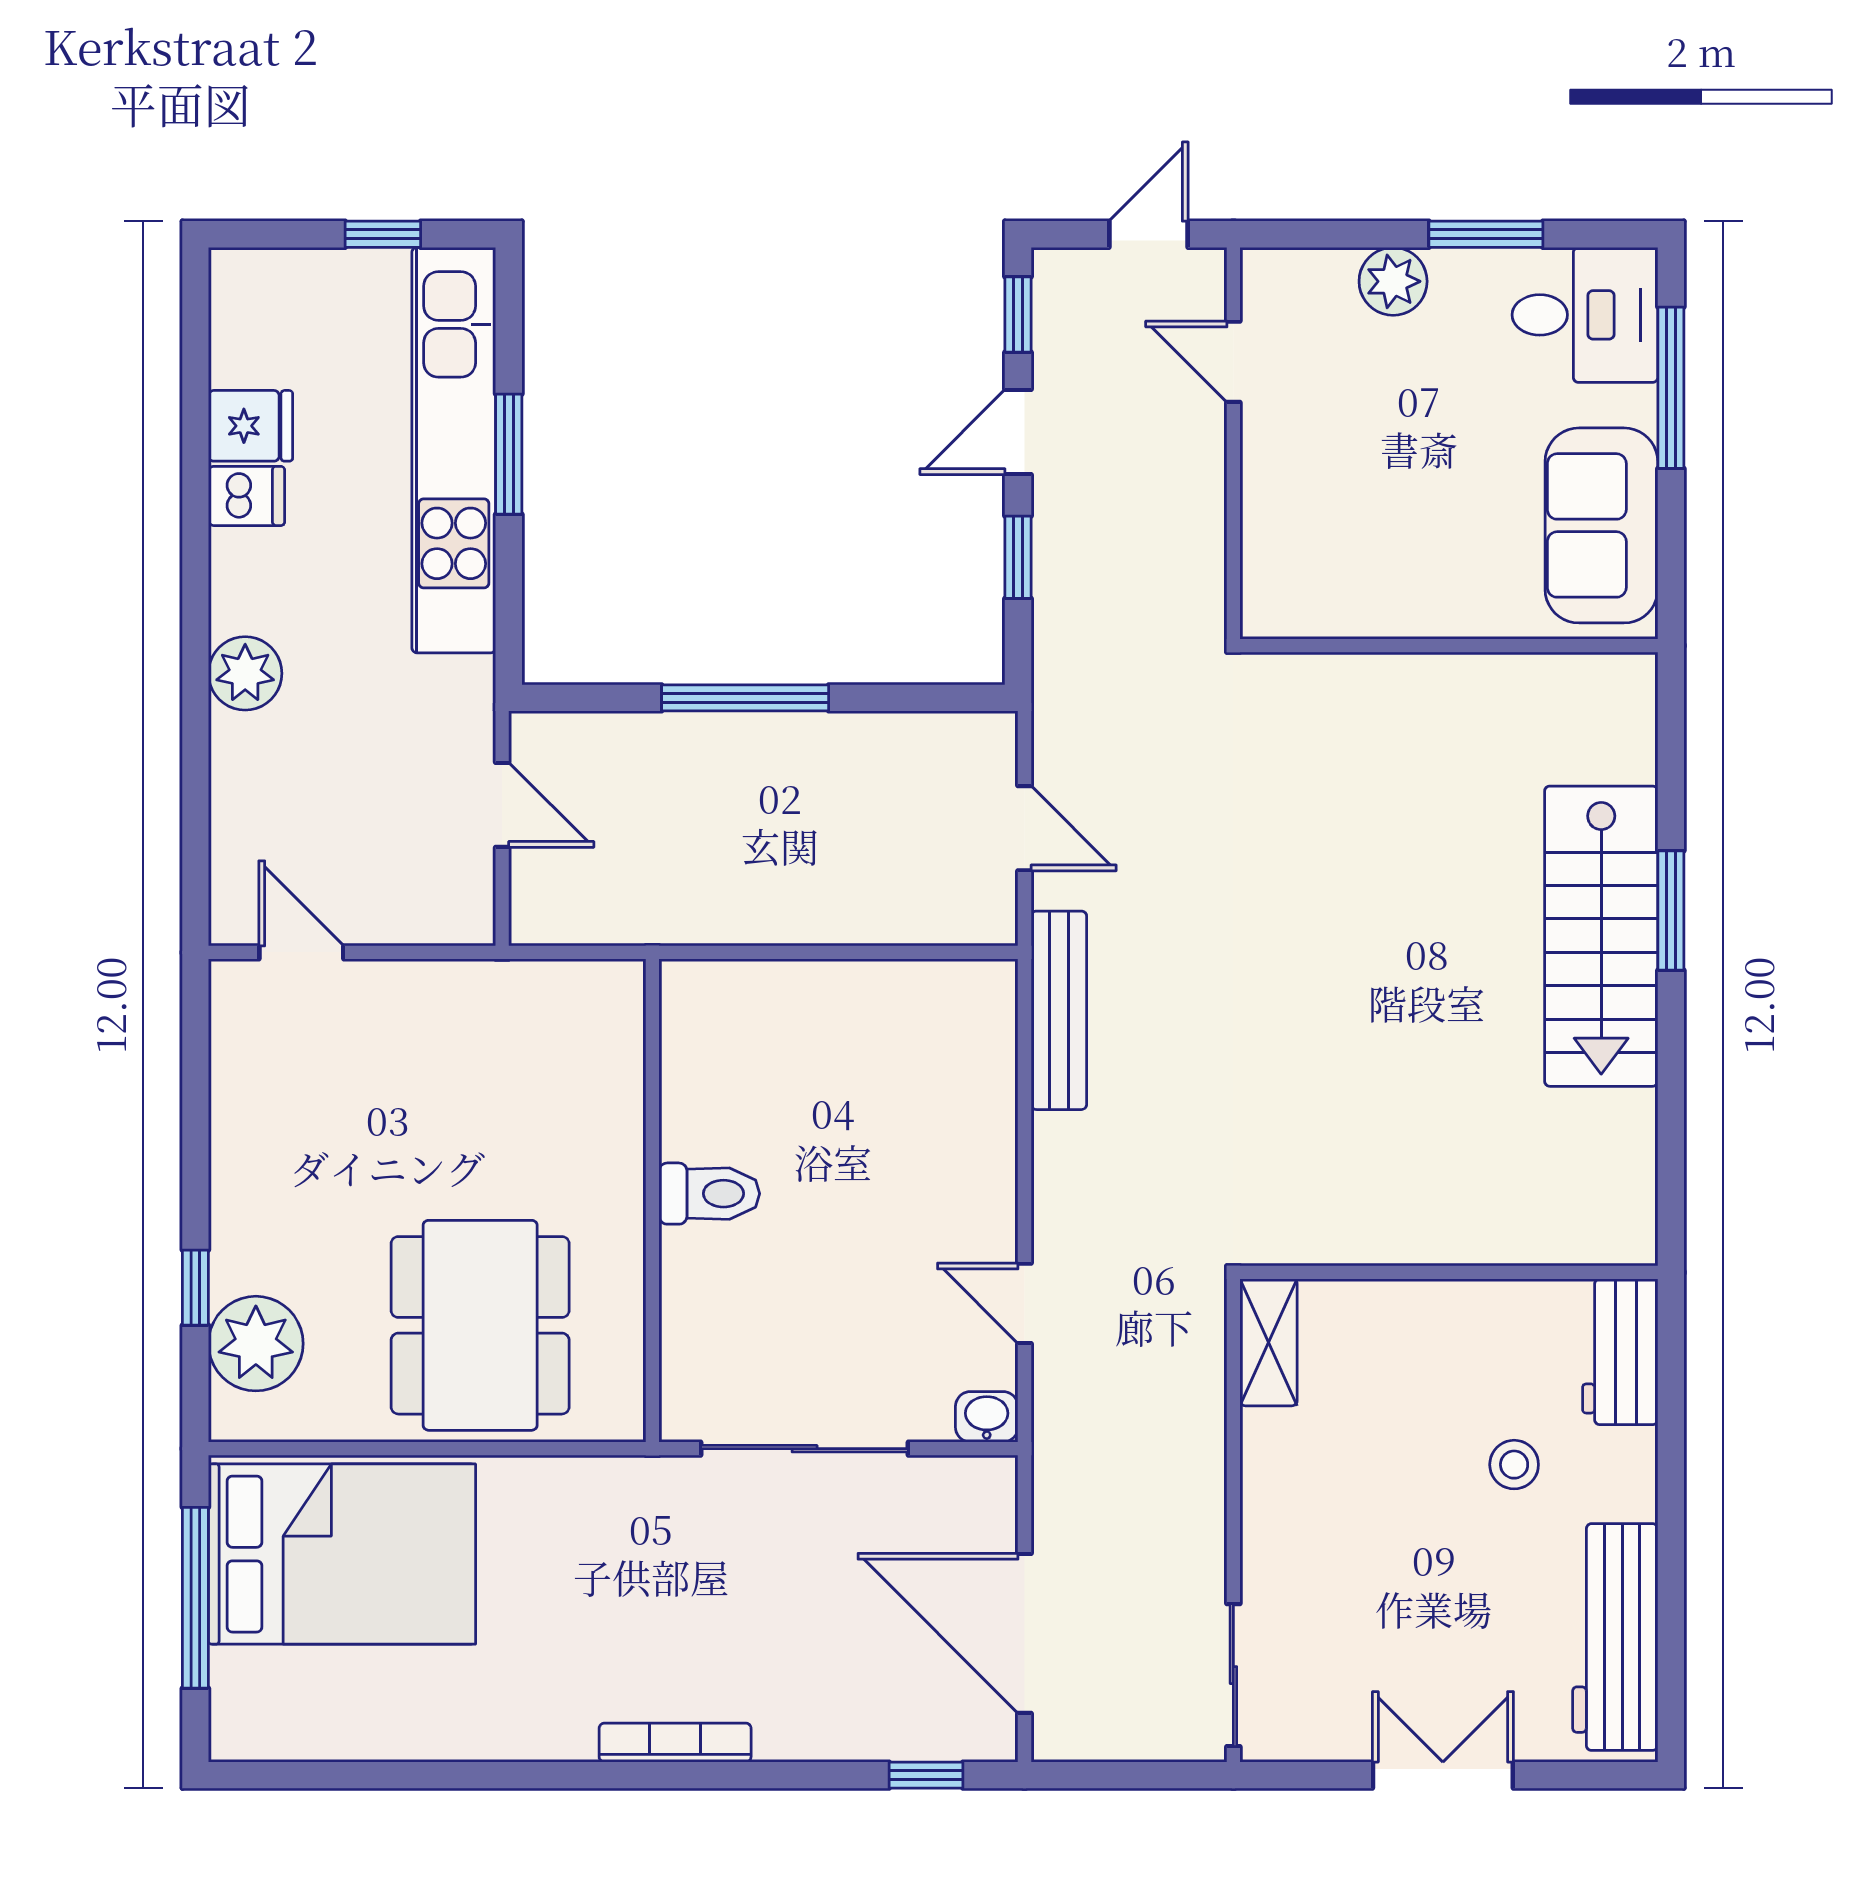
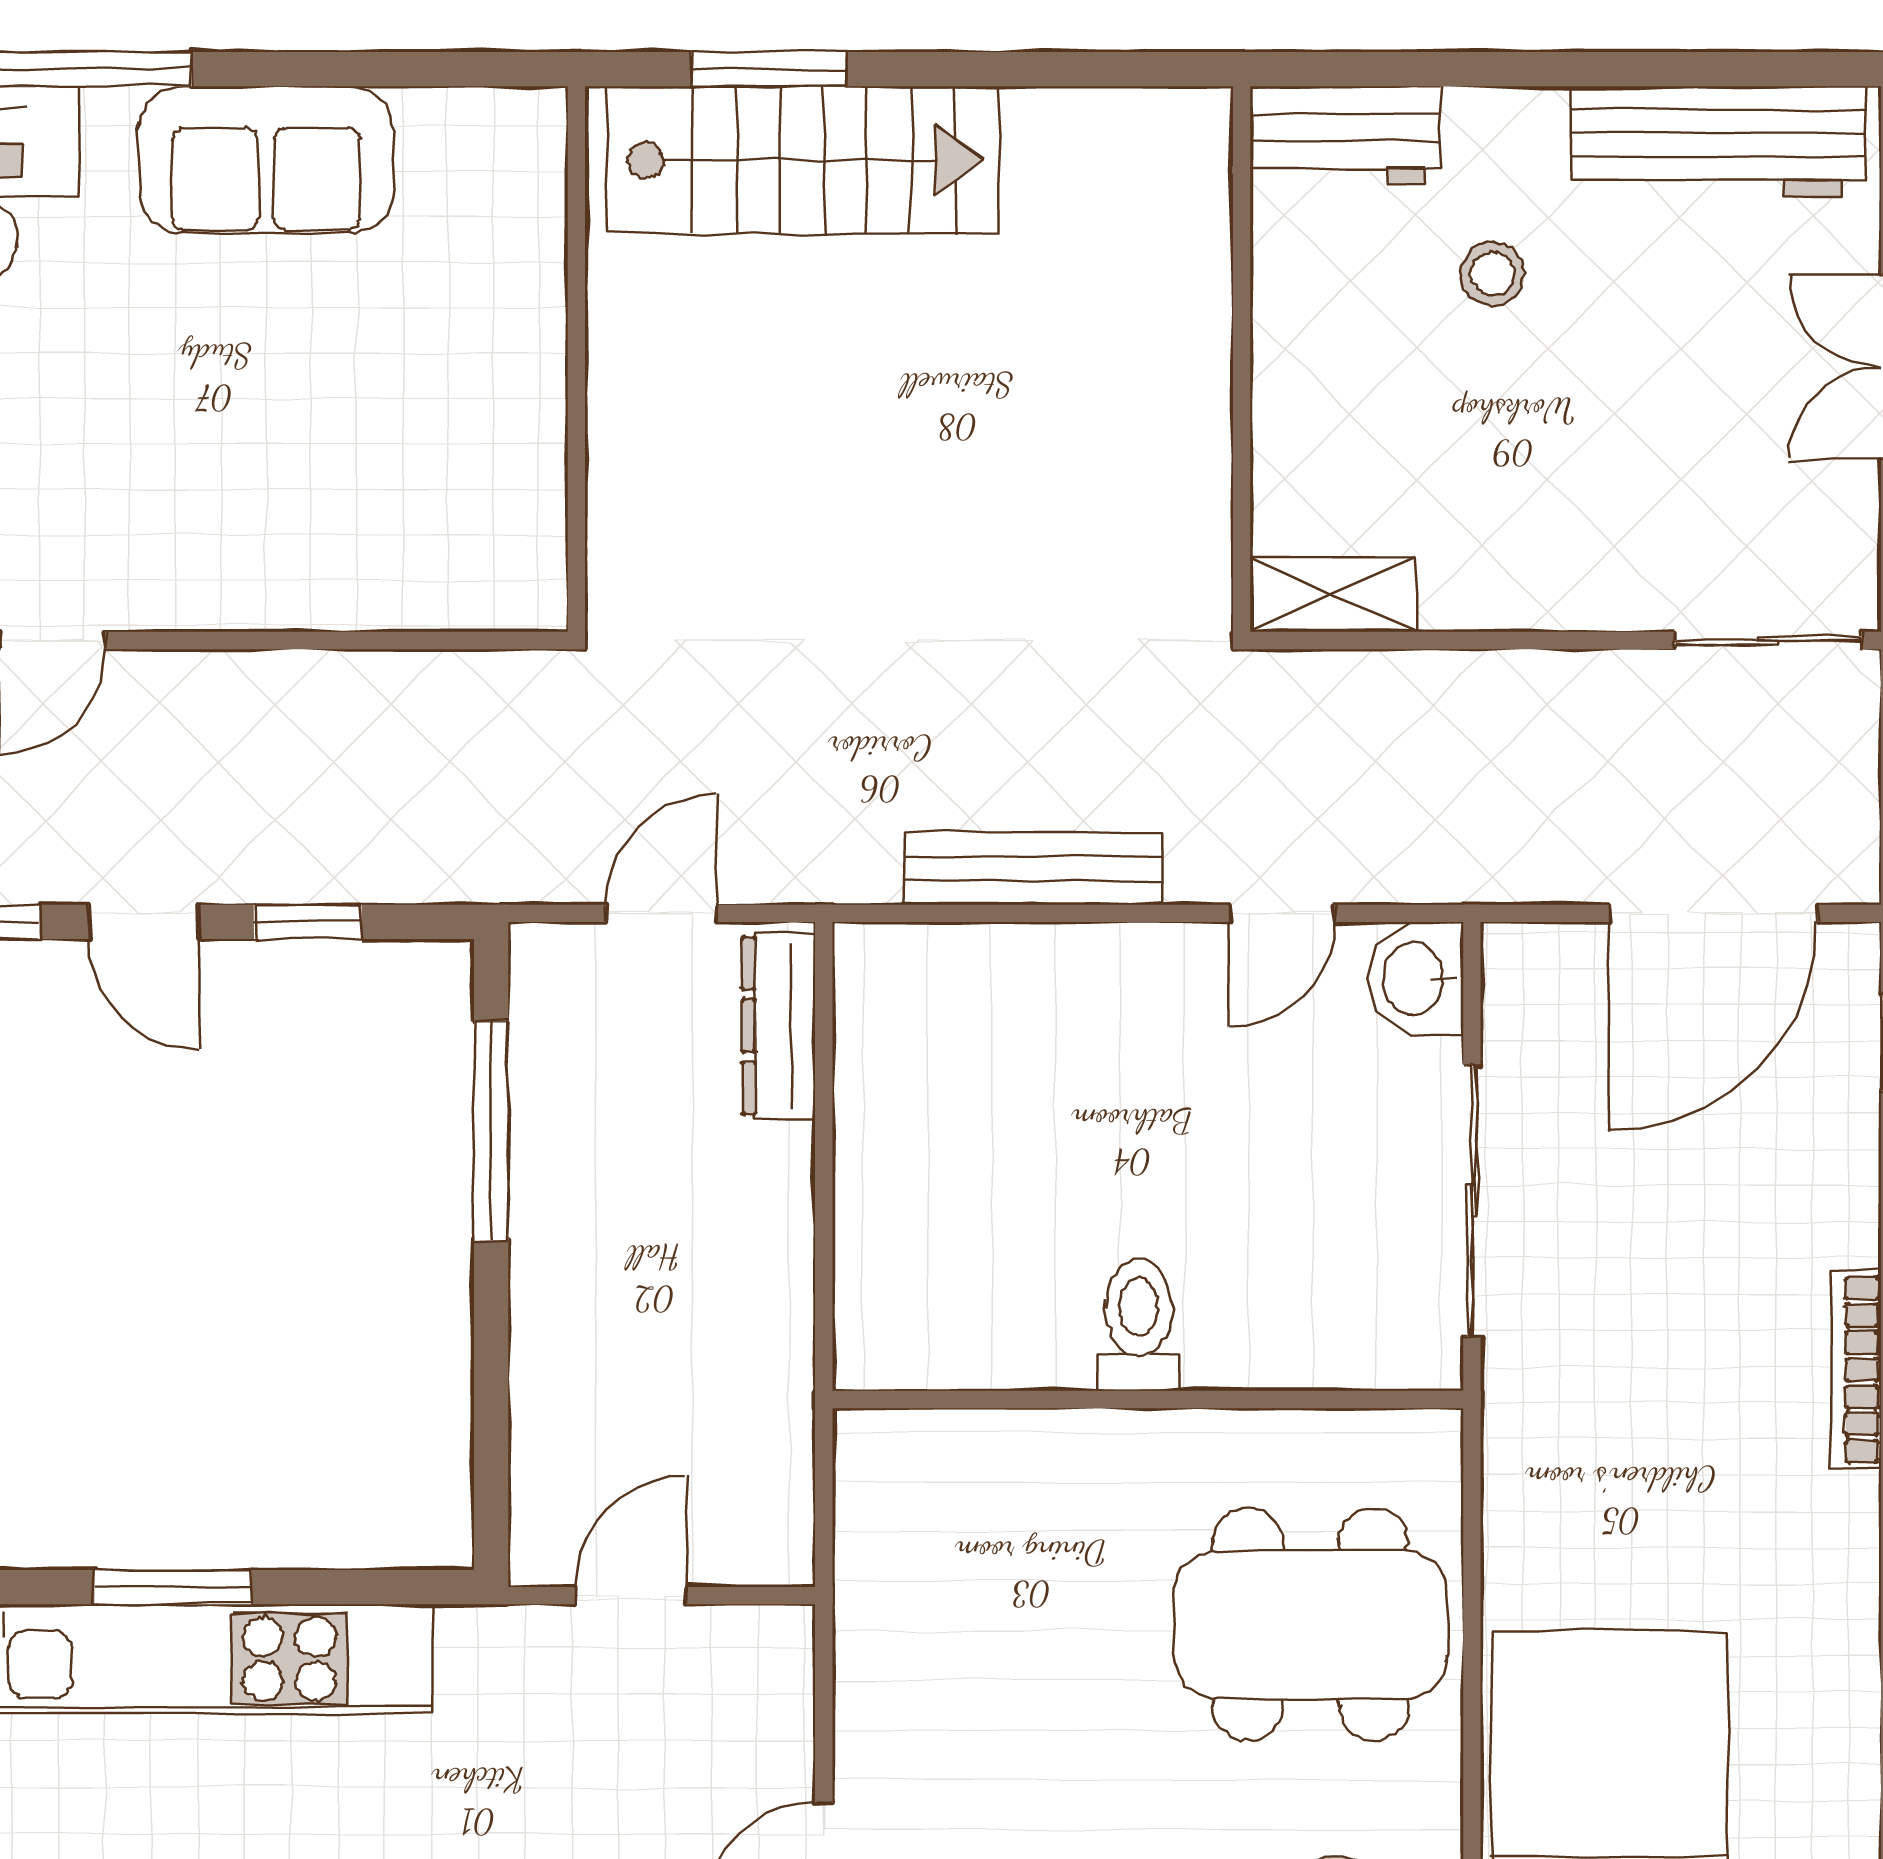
wall: (1449, 646) -> (576, 359), moved
window: (745, 698) -> (491, 1132), moved
dresser: (938, 918) -> (779, 1026), added
bench: (1059, 1010) -> (1033, 869), moved
washbasin: (987, 1417) -> (1416, 978), width x1.38, depth x1.45

